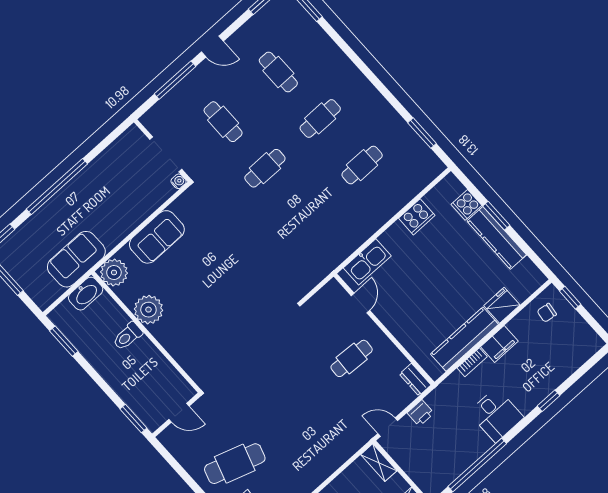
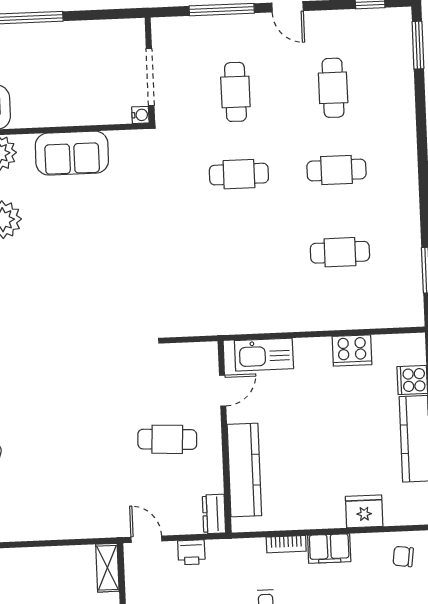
kitchen counter: (464, 339) -> (244, 470), moved, turned 90

